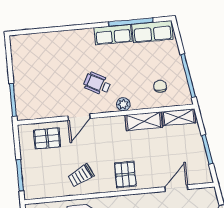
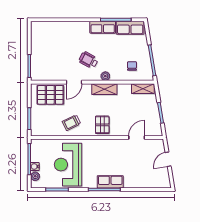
shelving: (144, 121) -> (104, 89), moved
pallet: (47, 138) -> (50, 95), width x1.50, depth x1.42

